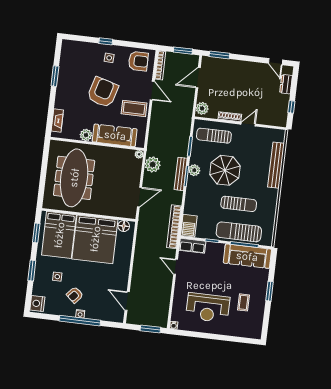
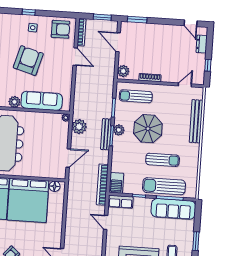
door: (198, 78) -> (118, 42), hinge flipped
coffee table: (134, 108) -> (59, 74), removed
door: (248, 124) -> (185, 85), moved

